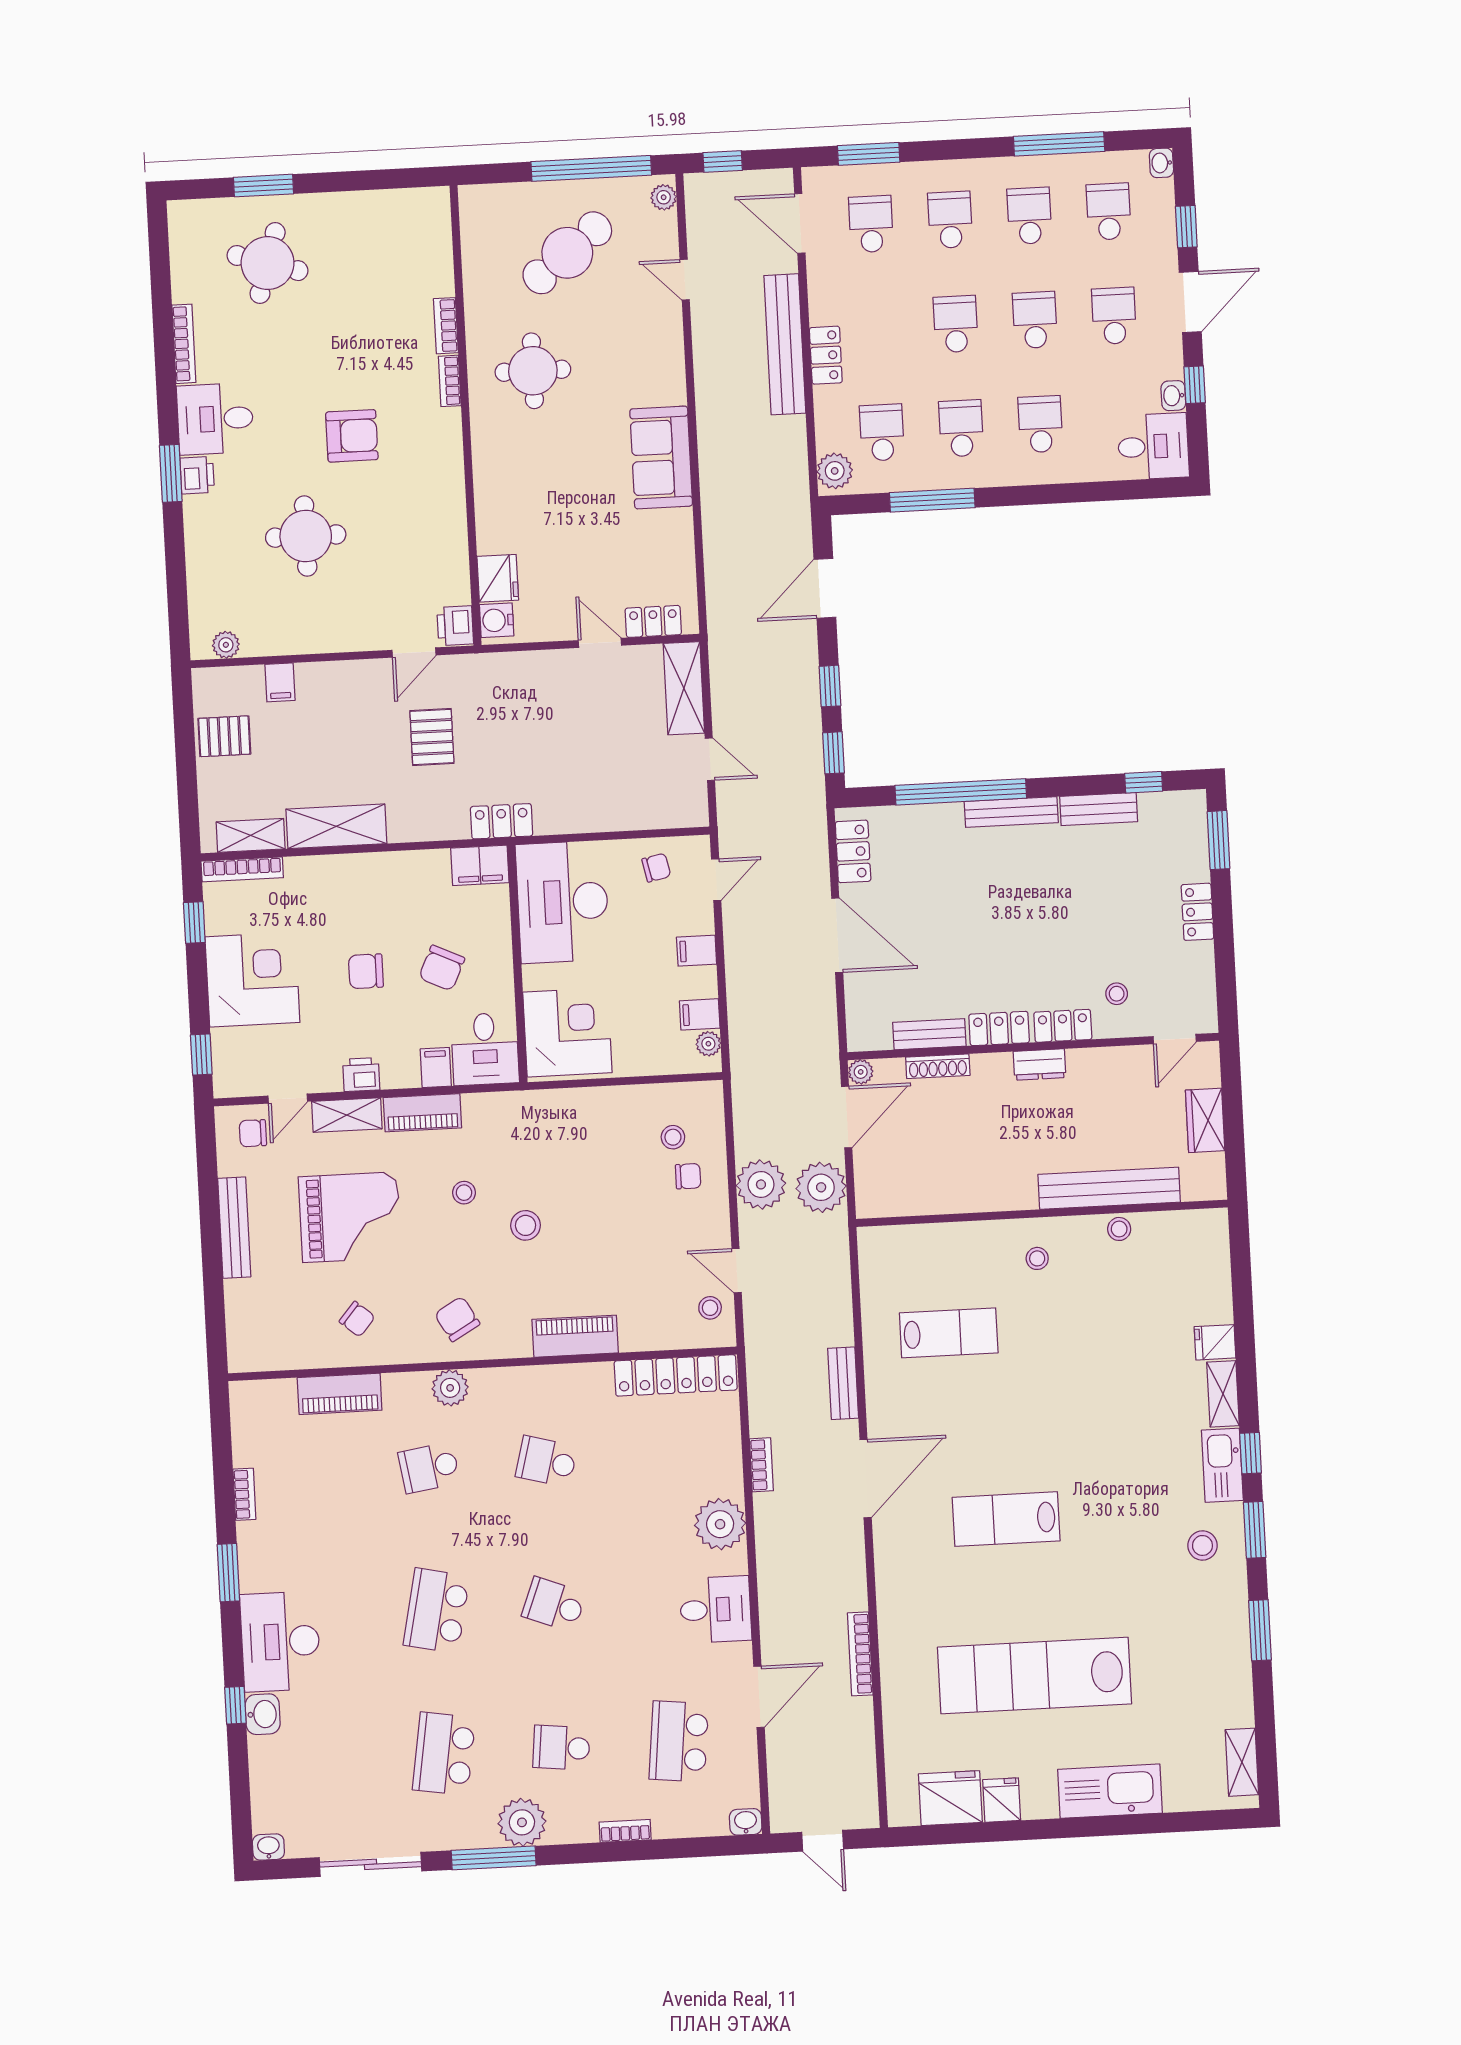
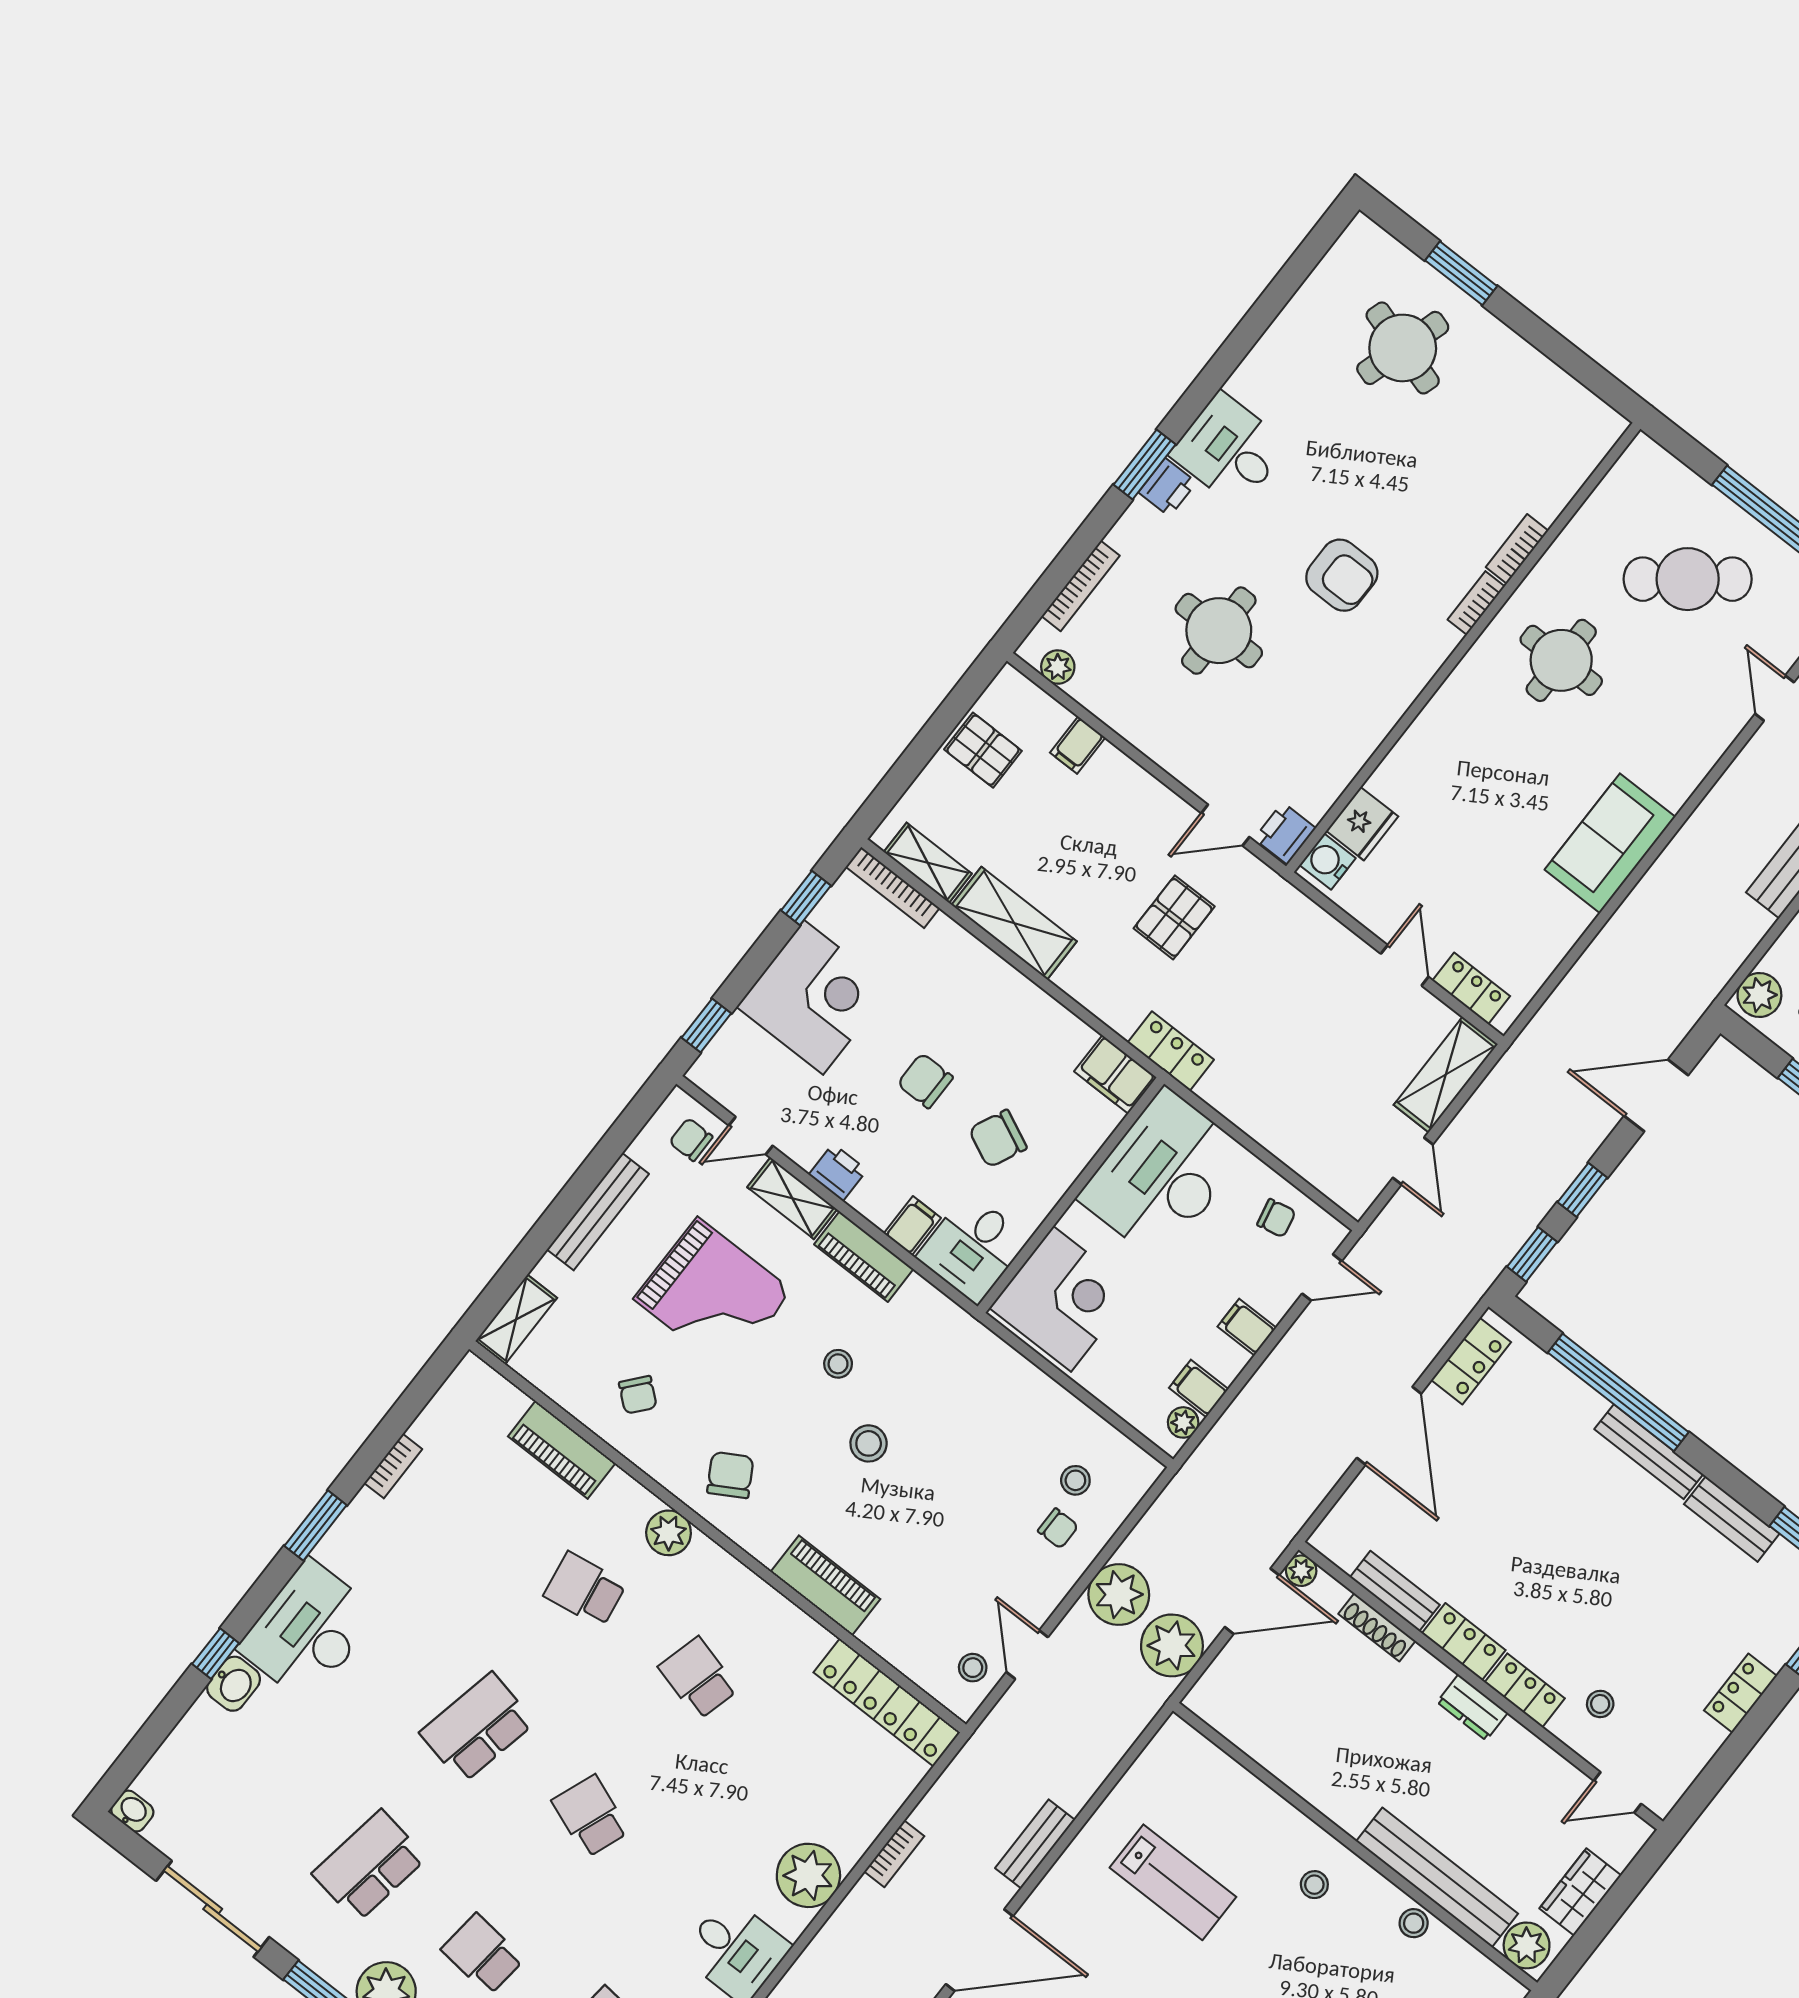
bookcase: (184, 344) -> (1081, 586), moved
plant: (1201, 1182) -> (1527, 1945), added
shelving: (242, 1338) -> (516, 1319), added

